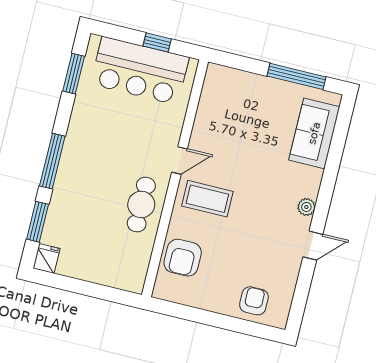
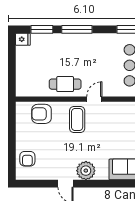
door: (179, 160) -> (94, 99), swing flipped
plant: (306, 207) -> (86, 171), width x1.87, depth x1.87
armchair: (254, 301) -> (27, 159), turned 90

